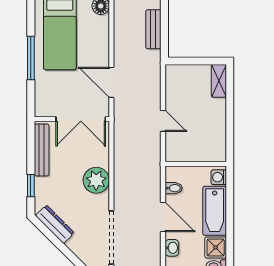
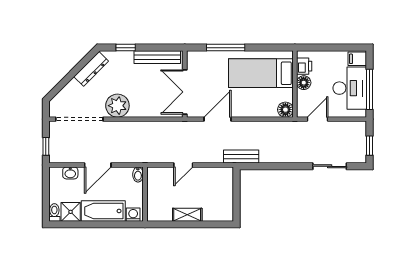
bench: (153, 29) -> (241, 157), moved
window: (31, 58) -> (226, 48), moved
shelving: (219, 81) -> (187, 215), moved
plant: (96, 180) -> (117, 106), moved
bidet: (174, 188) -> (138, 174), moved

